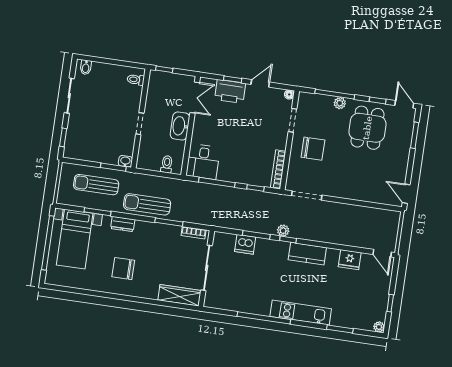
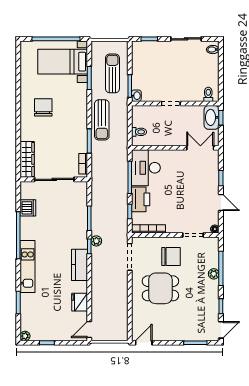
printer: (230, 91) -> (141, 199), moved, turned 180
double door: (195, 98) -> (200, 148), swing flipped
washbasin: (180, 126) -> (212, 117), moved, turned -90
dining table: (367, 128) -> (160, 288), moved
chair: (313, 149) -> (171, 256), turned -90
desk: (203, 162) -> (146, 168), width x1.37
sun lounger: (147, 204) -> (102, 120), turned 180
dresser: (123, 224) -> (82, 101), removed
dishwasher: (245, 244) -> (28, 208), moved, turned 180

